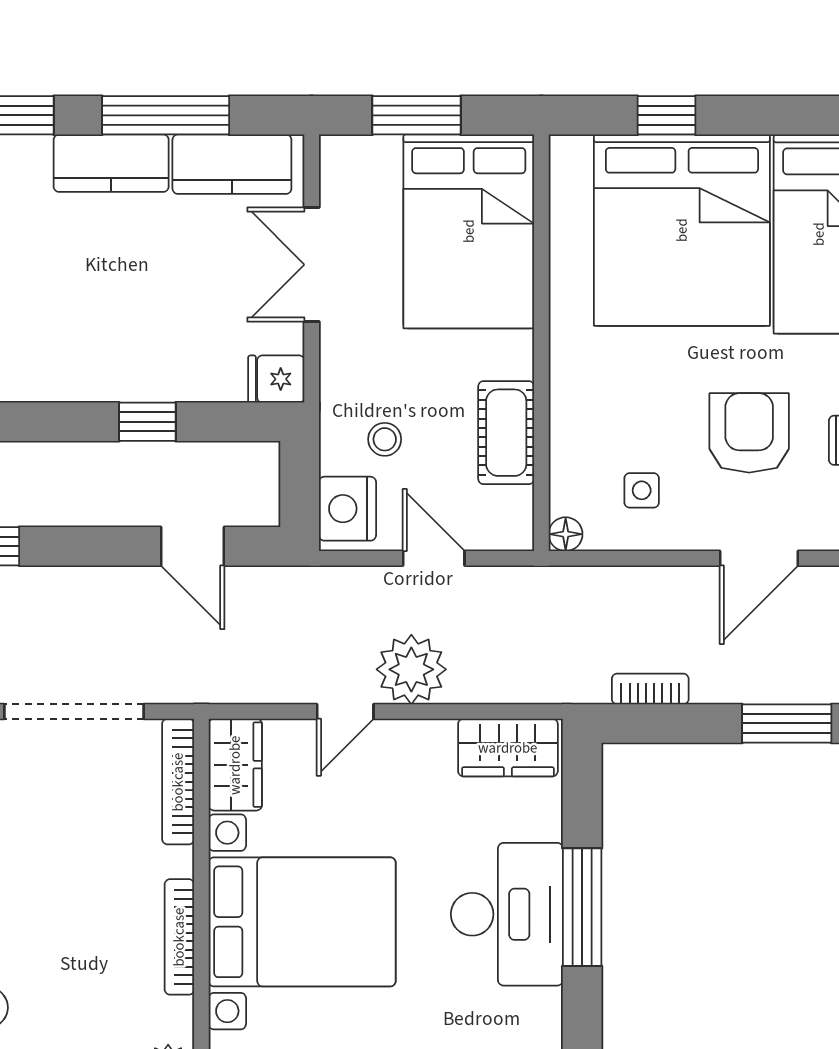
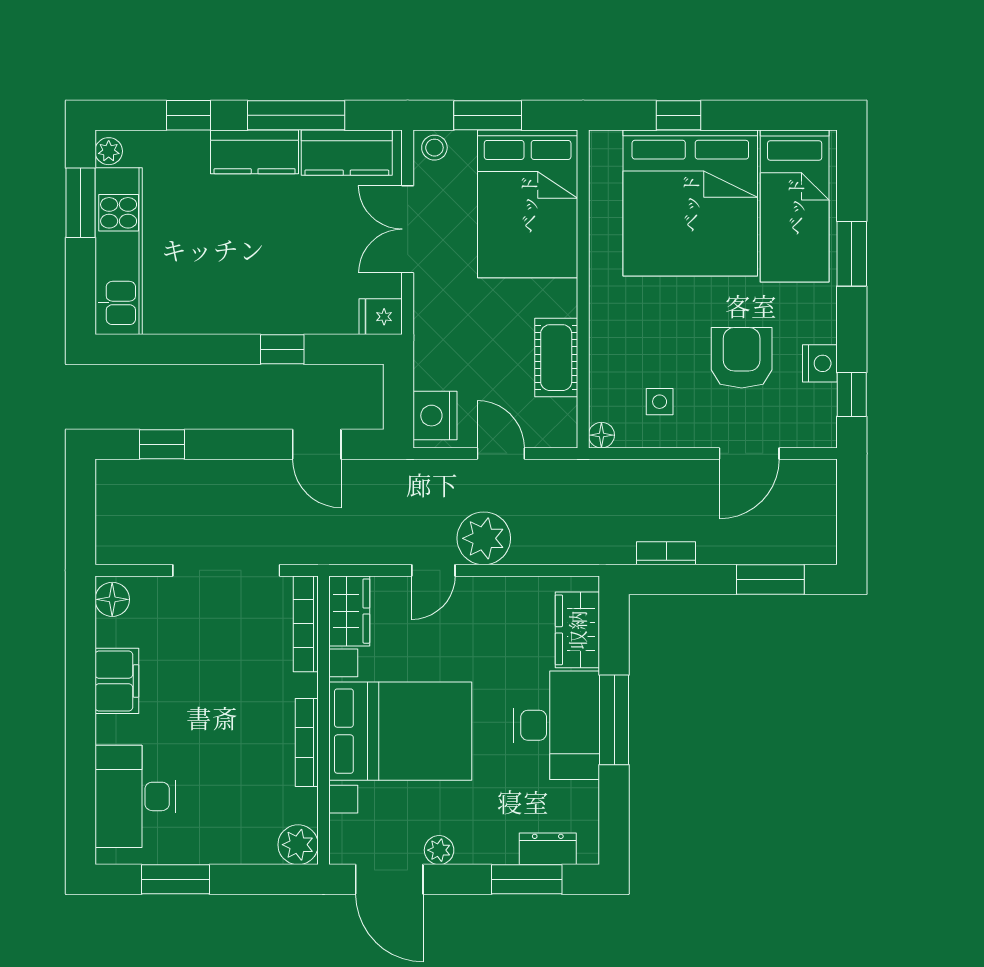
stool: (385, 439) -> (434, 148), moved
wardrobe: (508, 748) -> (577, 630), moved, turned 90

